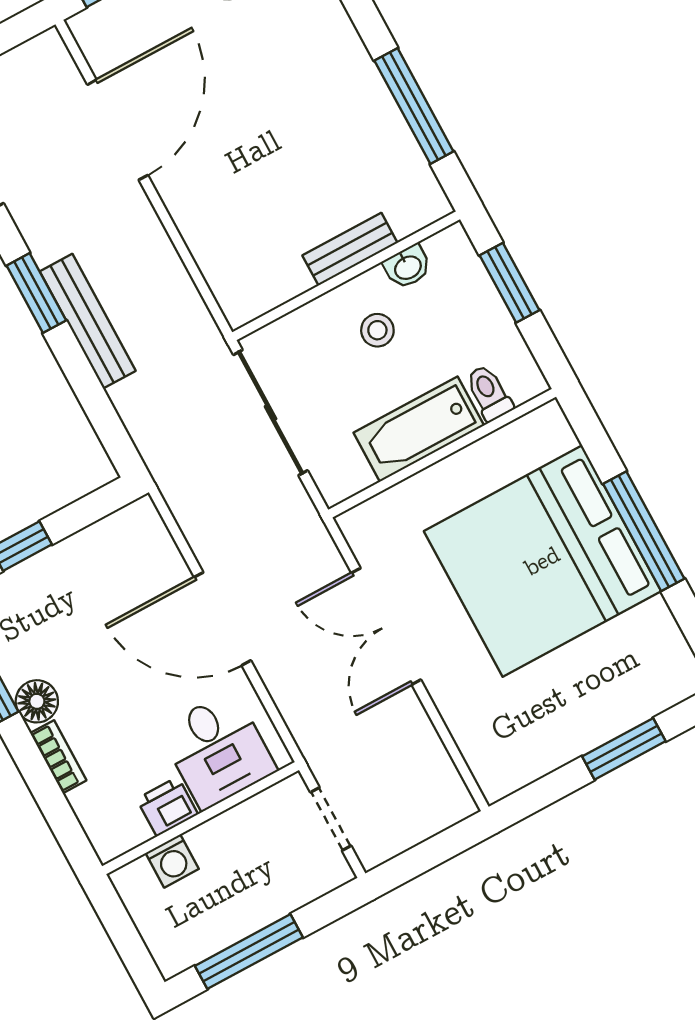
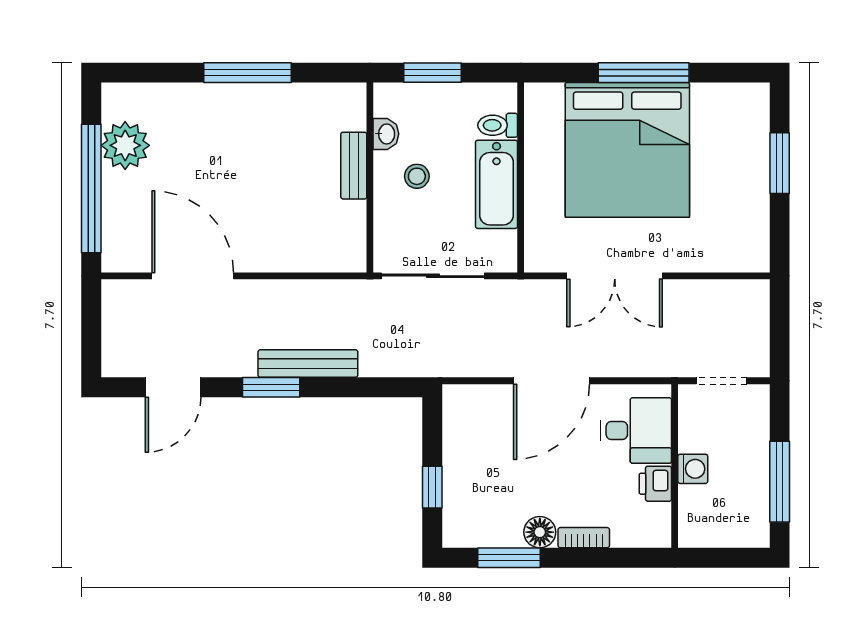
window: (414, 106) -> (247, 73), moved
washing machine: (172, 861) -> (693, 469), moved

